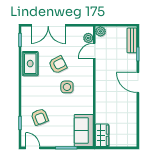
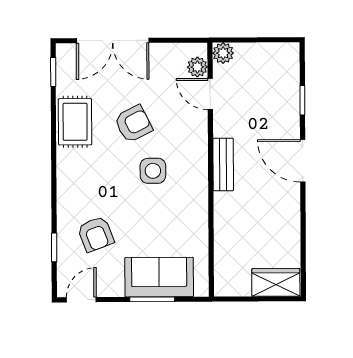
bench: (132, 40) -> (223, 165), moved
door: (94, 51) -> (210, 94), hinge flipped
sofa: (84, 130) -> (159, 277), moved, turned 90
wardrobe: (102, 135) -> (276, 282), moved, turned -90
door: (33, 148) -> (81, 300), hinge flipped

